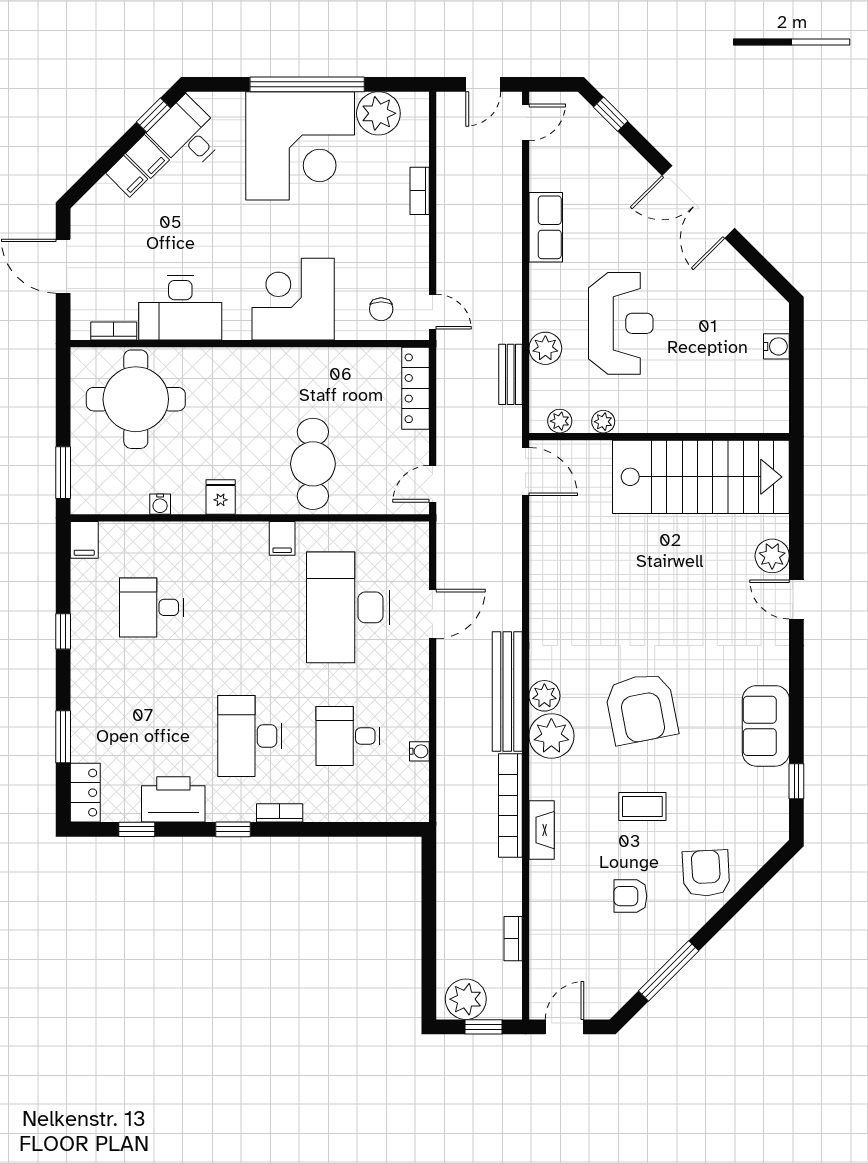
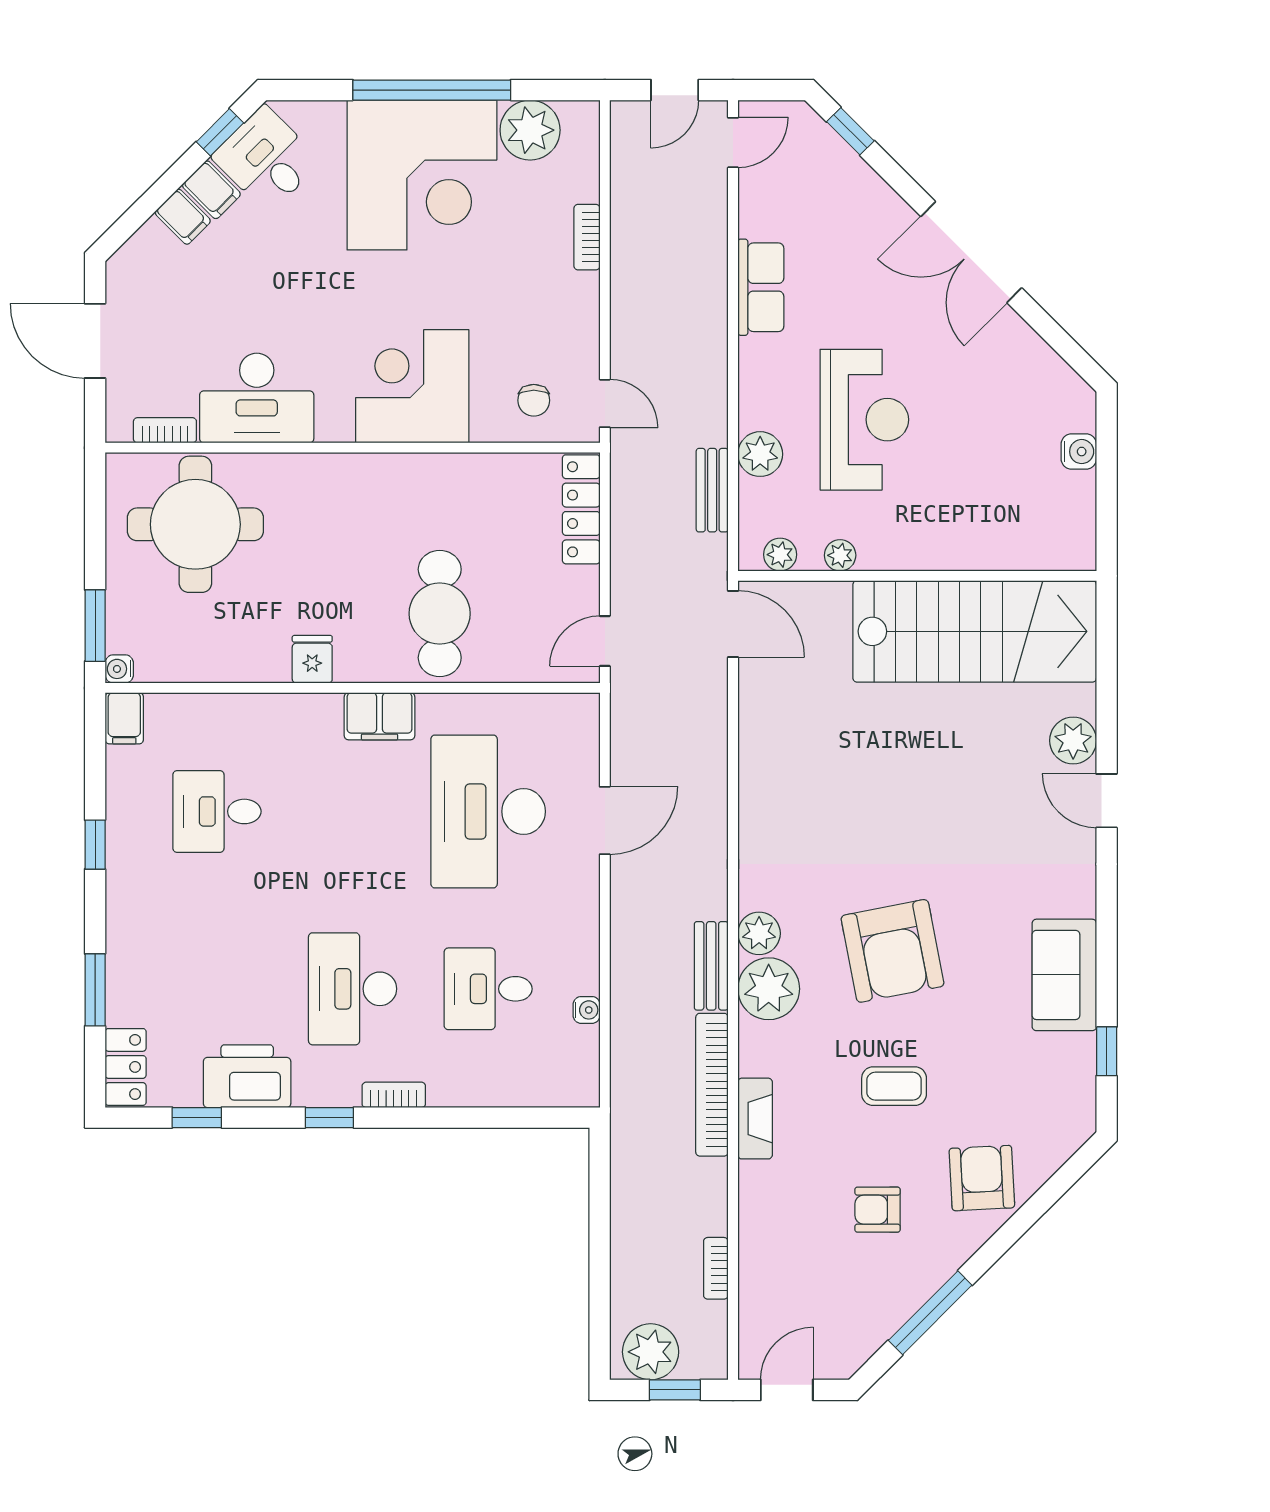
water cooler: (160, 504) -> (119, 669), moved, turned 90
filing cabinet: (282, 538) -> (380, 716), width x2.00
bench: (507, 692) -> (711, 966), width x0.54, depth x0.82

